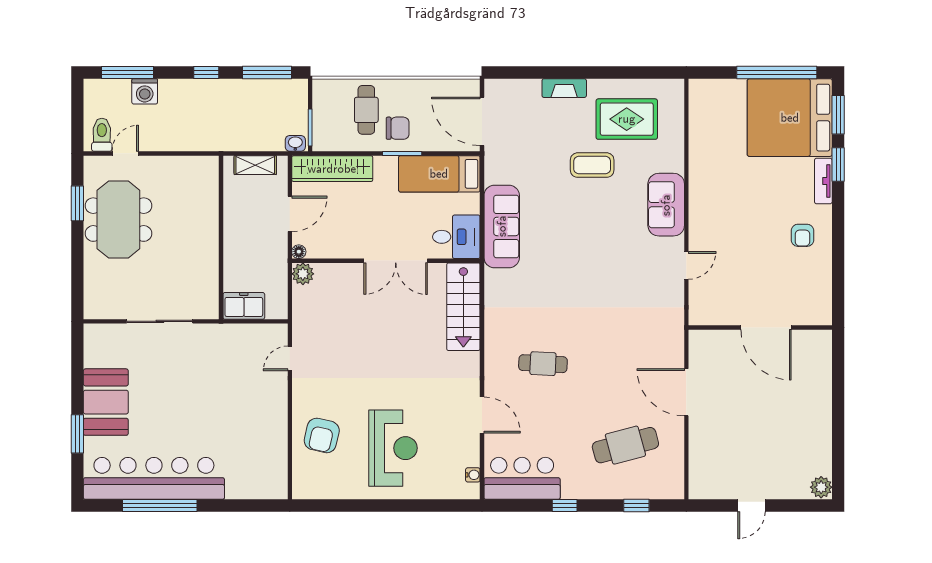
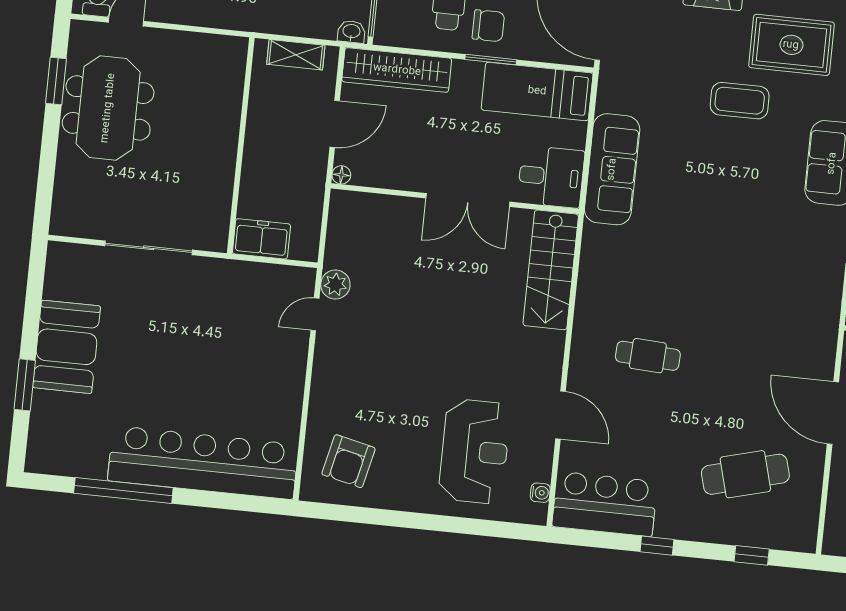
plant: (303, 274) -> (335, 285), moved
armchair: (322, 435) -> (348, 461), moved
reception desk: (393, 448) -> (475, 451), moved
bar counter: (154, 478) -> (203, 463), moved

